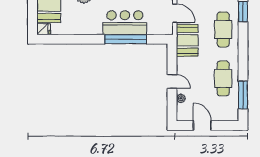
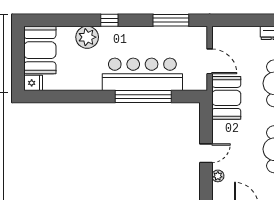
bar counter: (125, 23) -> (142, 74), width x1.36
door: (172, 81) -> (206, 153), hinge flipped

